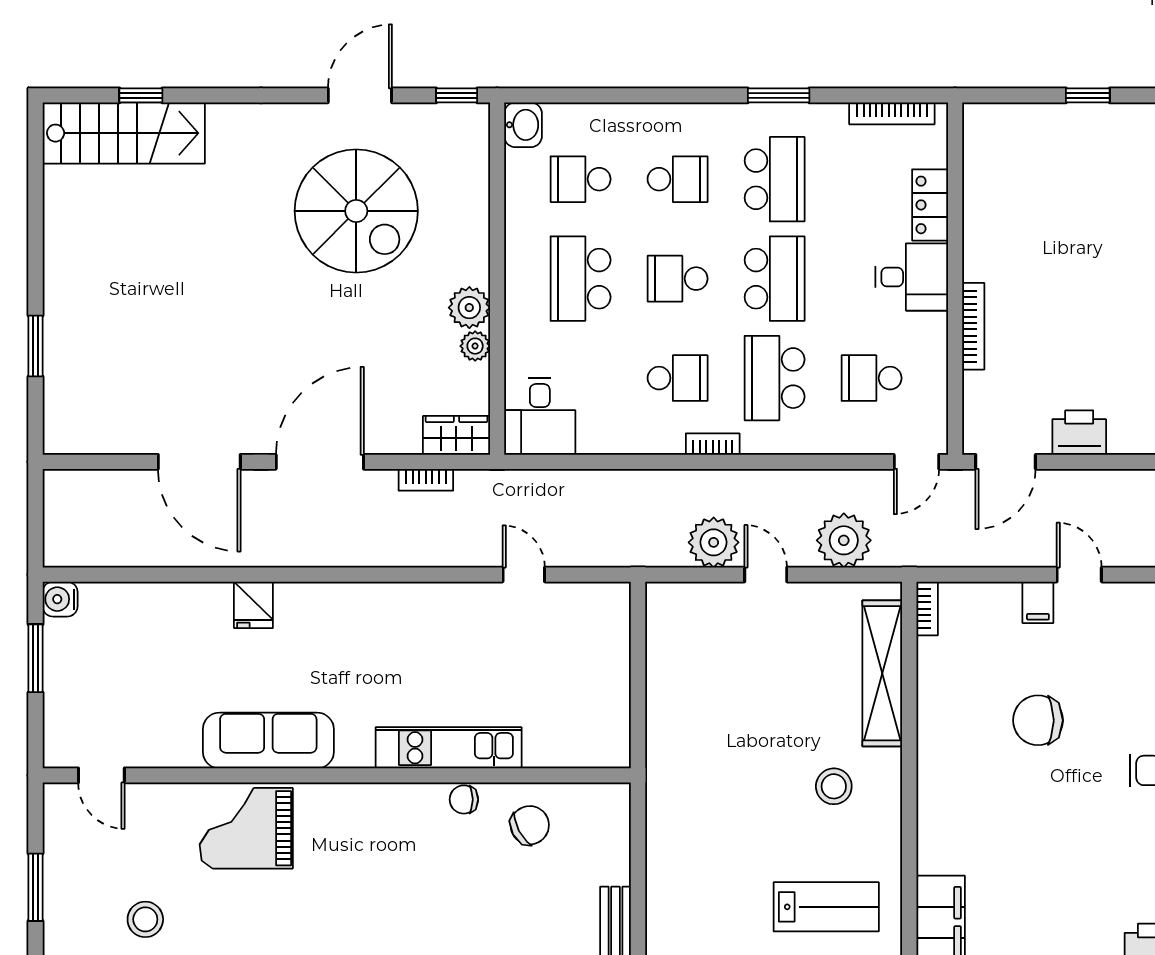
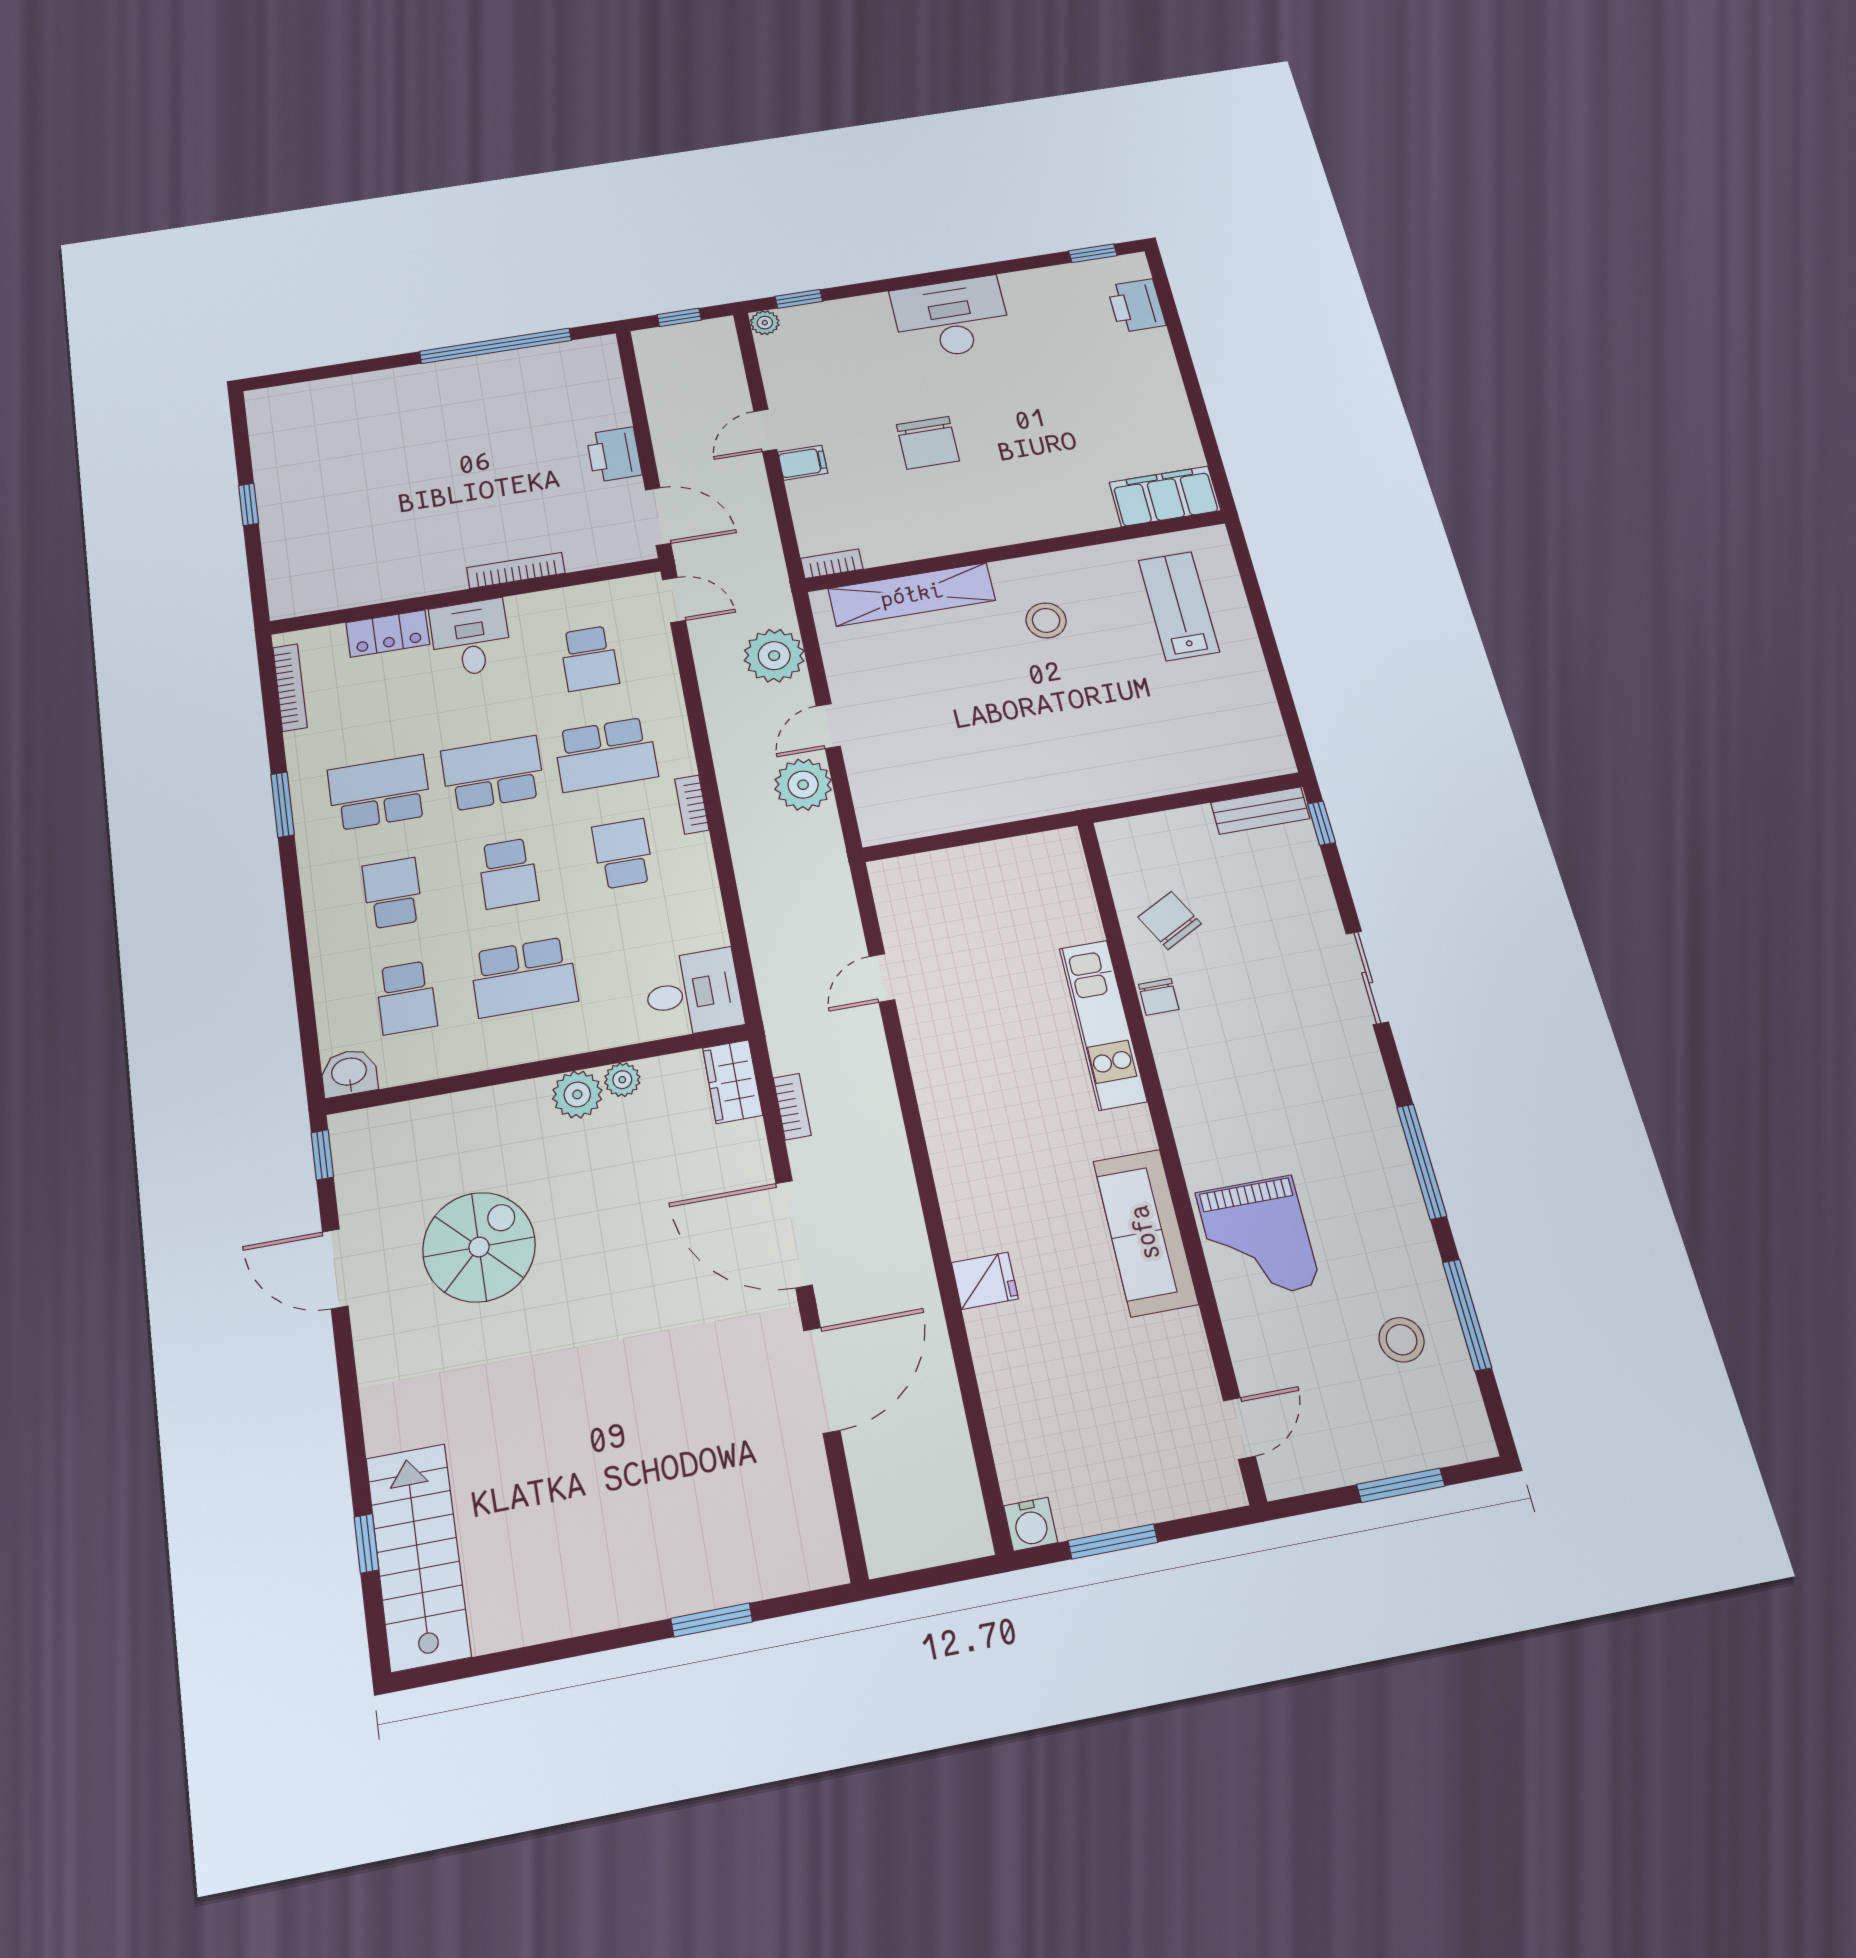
spiral stairs: (356, 211) -> (479, 1247), width x0.73, depth x0.73

